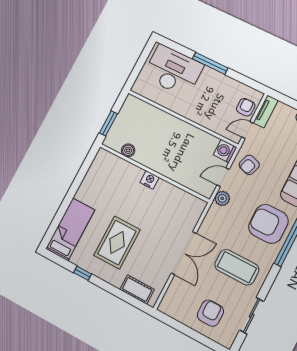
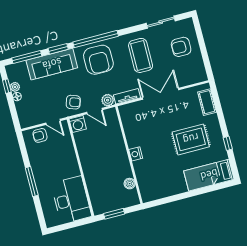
desk: (173, 71) -> (71, 200), moved, turned 180
tv unit: (266, 111) -> (127, 96), moved
window: (108, 123) -> (114, 214), moved

